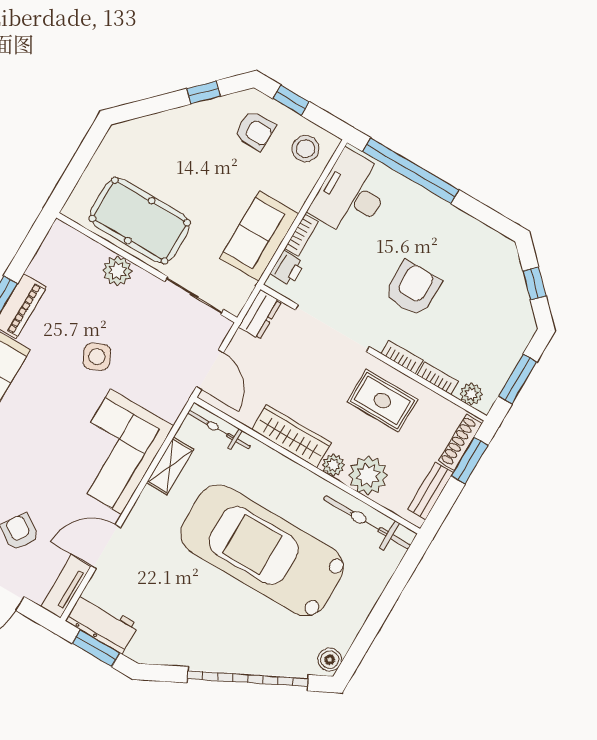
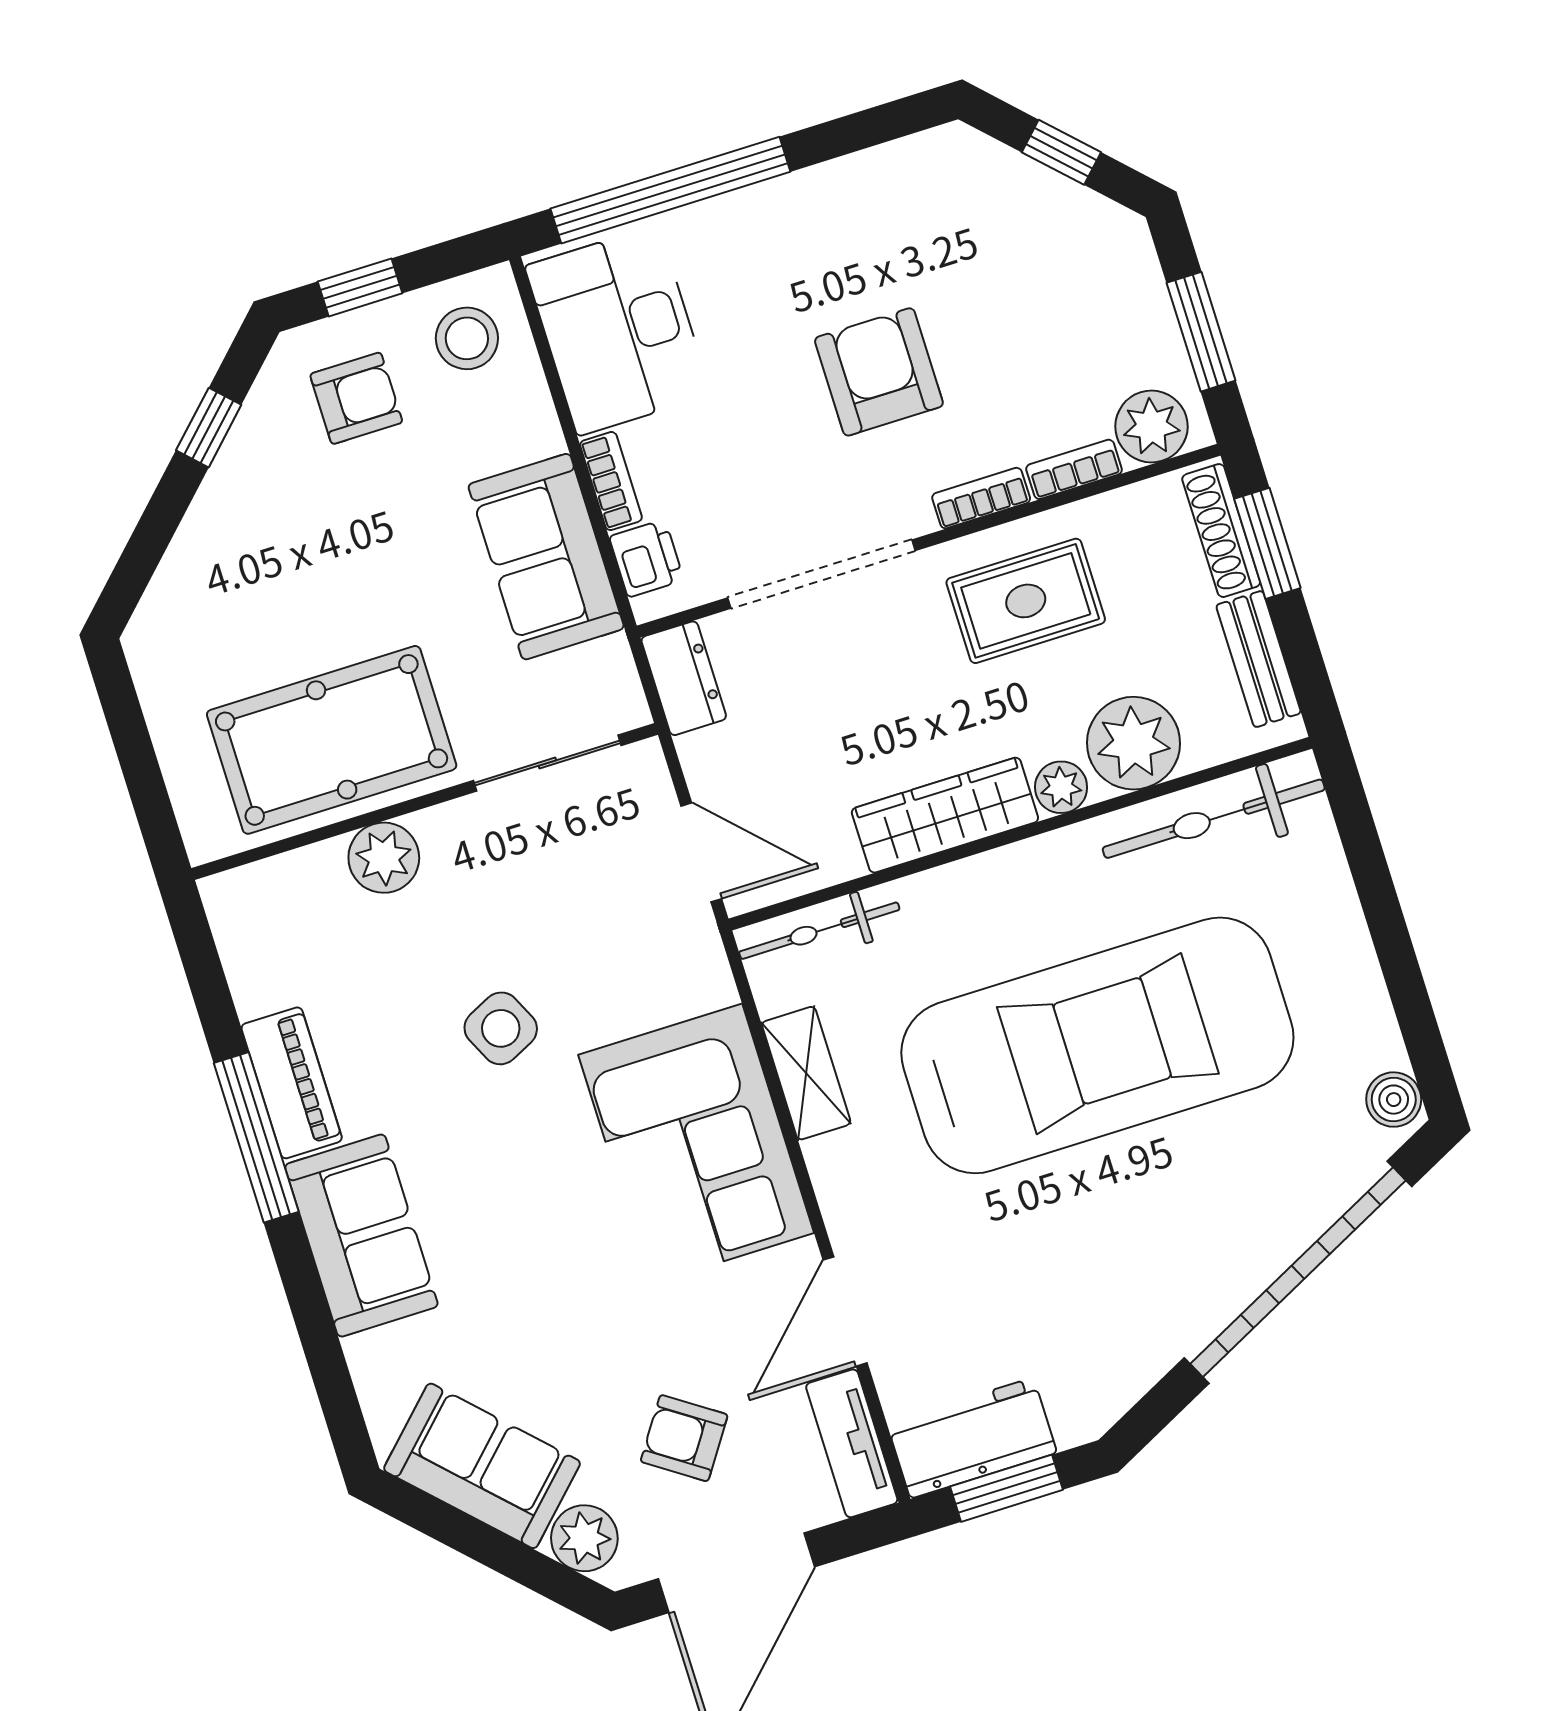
plant: (471, 394) -> (1151, 426), width x1.38, depth x1.38
car: (262, 550) -> (1097, 1045), turned 180

